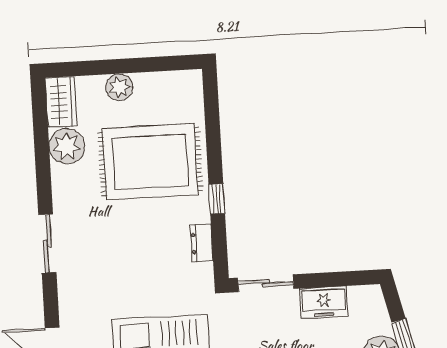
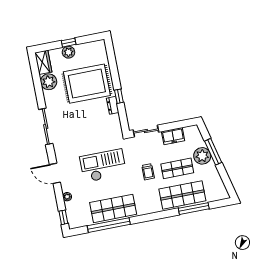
window: (123, 66) -> (69, 43), added
sliding door: (47, 243) -> (46, 126), width x1.37
dresser: (202, 243) -> (113, 105), moved

